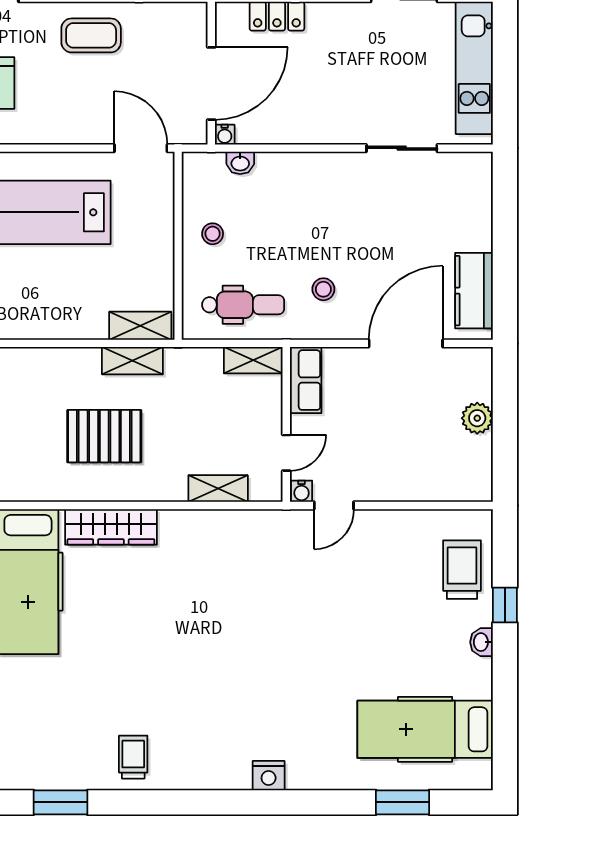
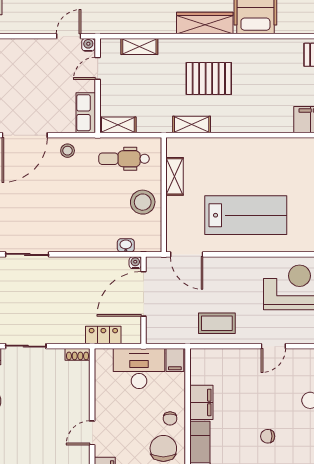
stool: (213, 234) -> (143, 202), width x1.89, depth x1.89
stool: (323, 289) -> (68, 151), moved
shelving: (140, 326) -> (174, 176), moved, turned 90

